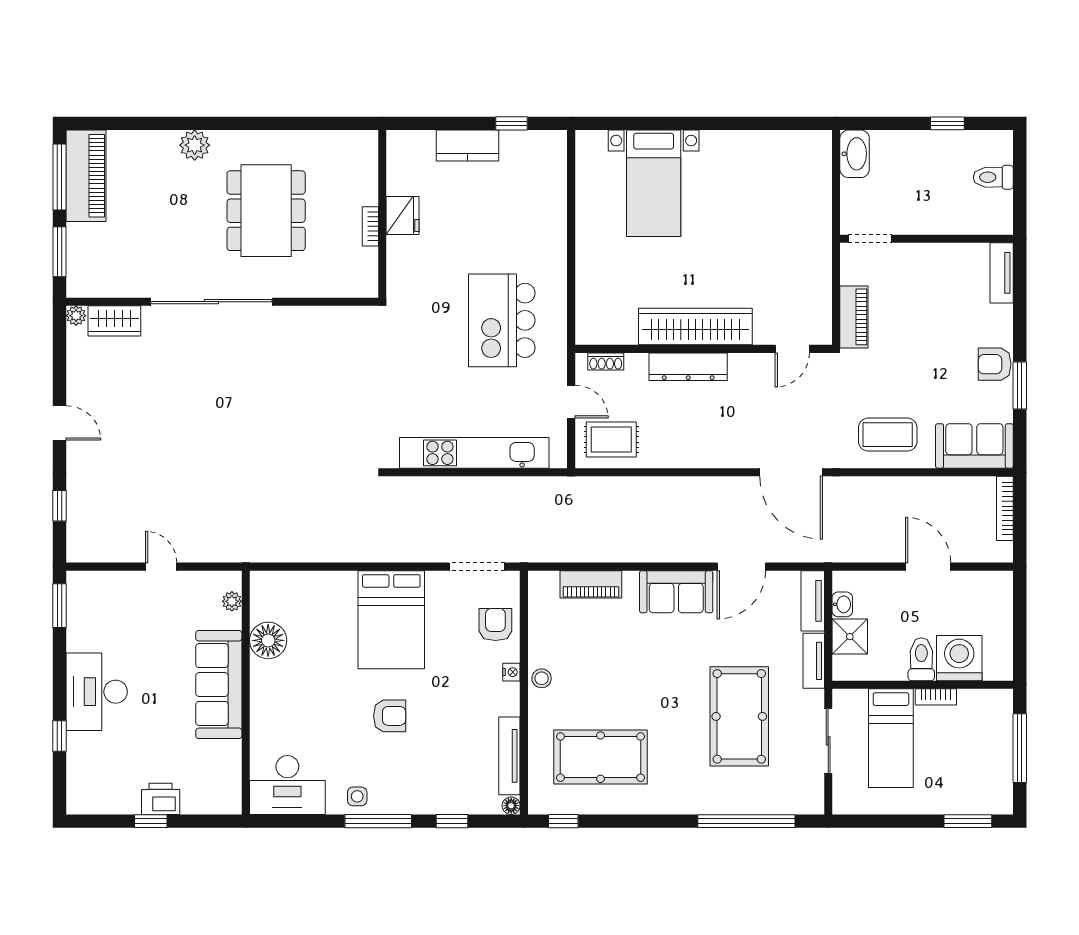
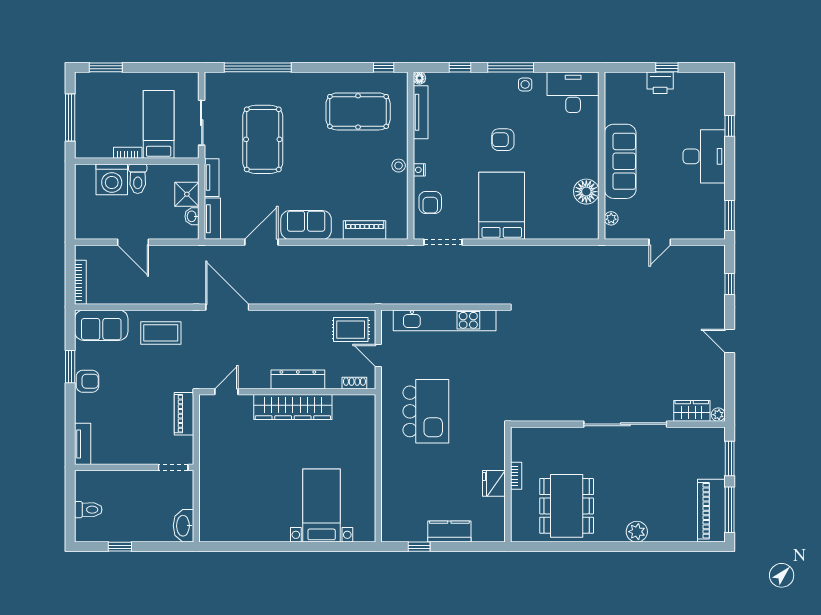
dining table: (266, 211) -> (567, 506), moved
door: (161, 567) -> (660, 242), hinge flipped

